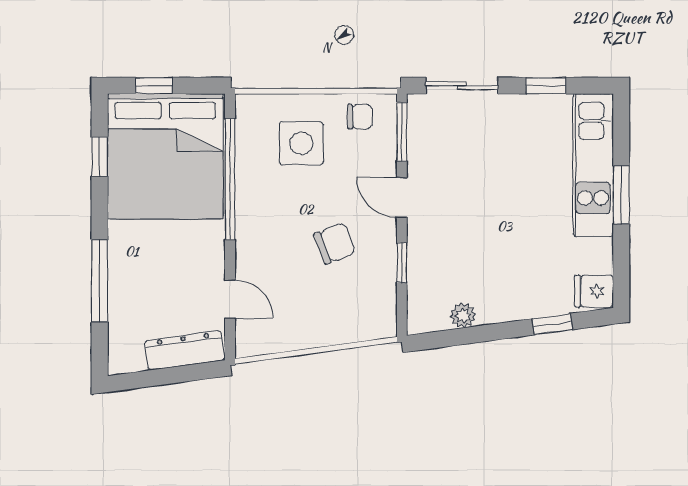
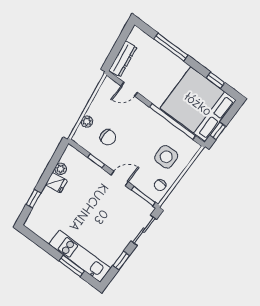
window: (154, 86) -> (218, 131), moved
window: (621, 195) -> (72, 266), moved
chair: (335, 243) -> (108, 137), moved, turned -67
fridge: (594, 291) -> (56, 183), moved, turned 82
plant: (344, 331) -> (87, 122), added

